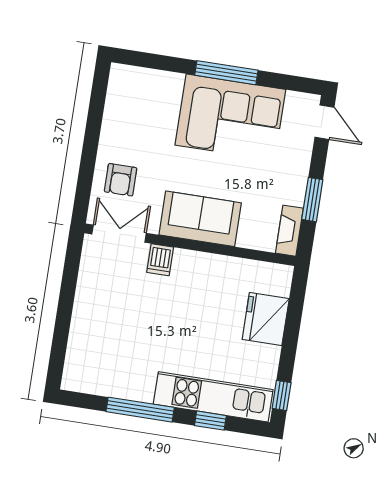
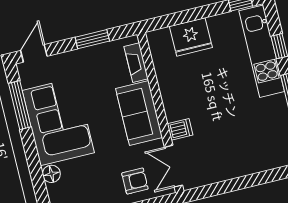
window: (226, 73) -> (20, 105), moved
floor lamp: (171, 83) -> (51, 174), added
fireplace: (289, 231) -> (136, 63), moved, turned 90

